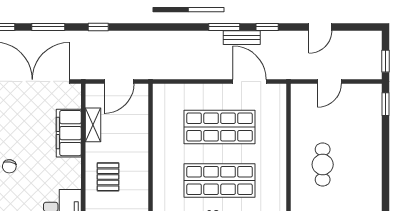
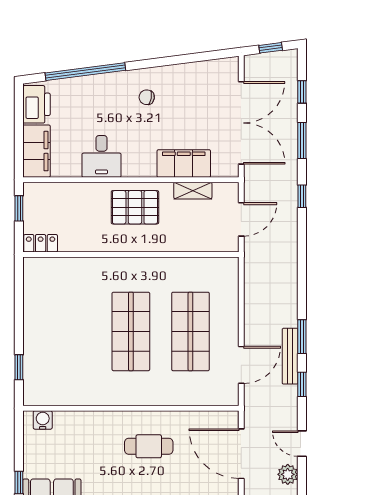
bench: (242, 38) -> (290, 356), width x1.36
plant: (348, 40) -> (288, 474), added
door: (119, 81) -> (241, 219), swing flipped
door: (329, 81) -> (241, 454), width x1.88
pallet: (108, 177) -> (135, 207), width x1.50, depth x1.42

